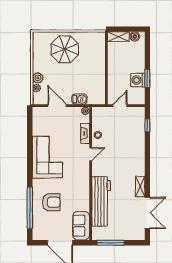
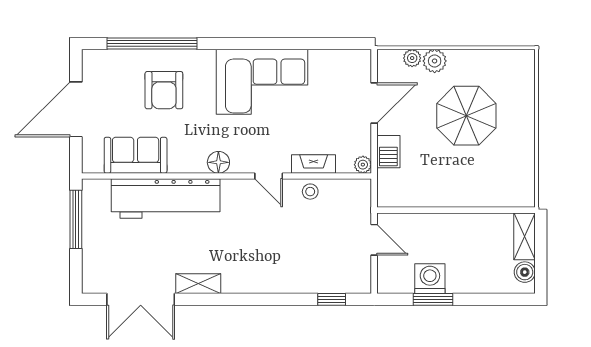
parasol: (65, 49) -> (466, 116), moved
floor lamp: (84, 177) -> (218, 162), added
sofa: (81, 226) -> (136, 155), moved

